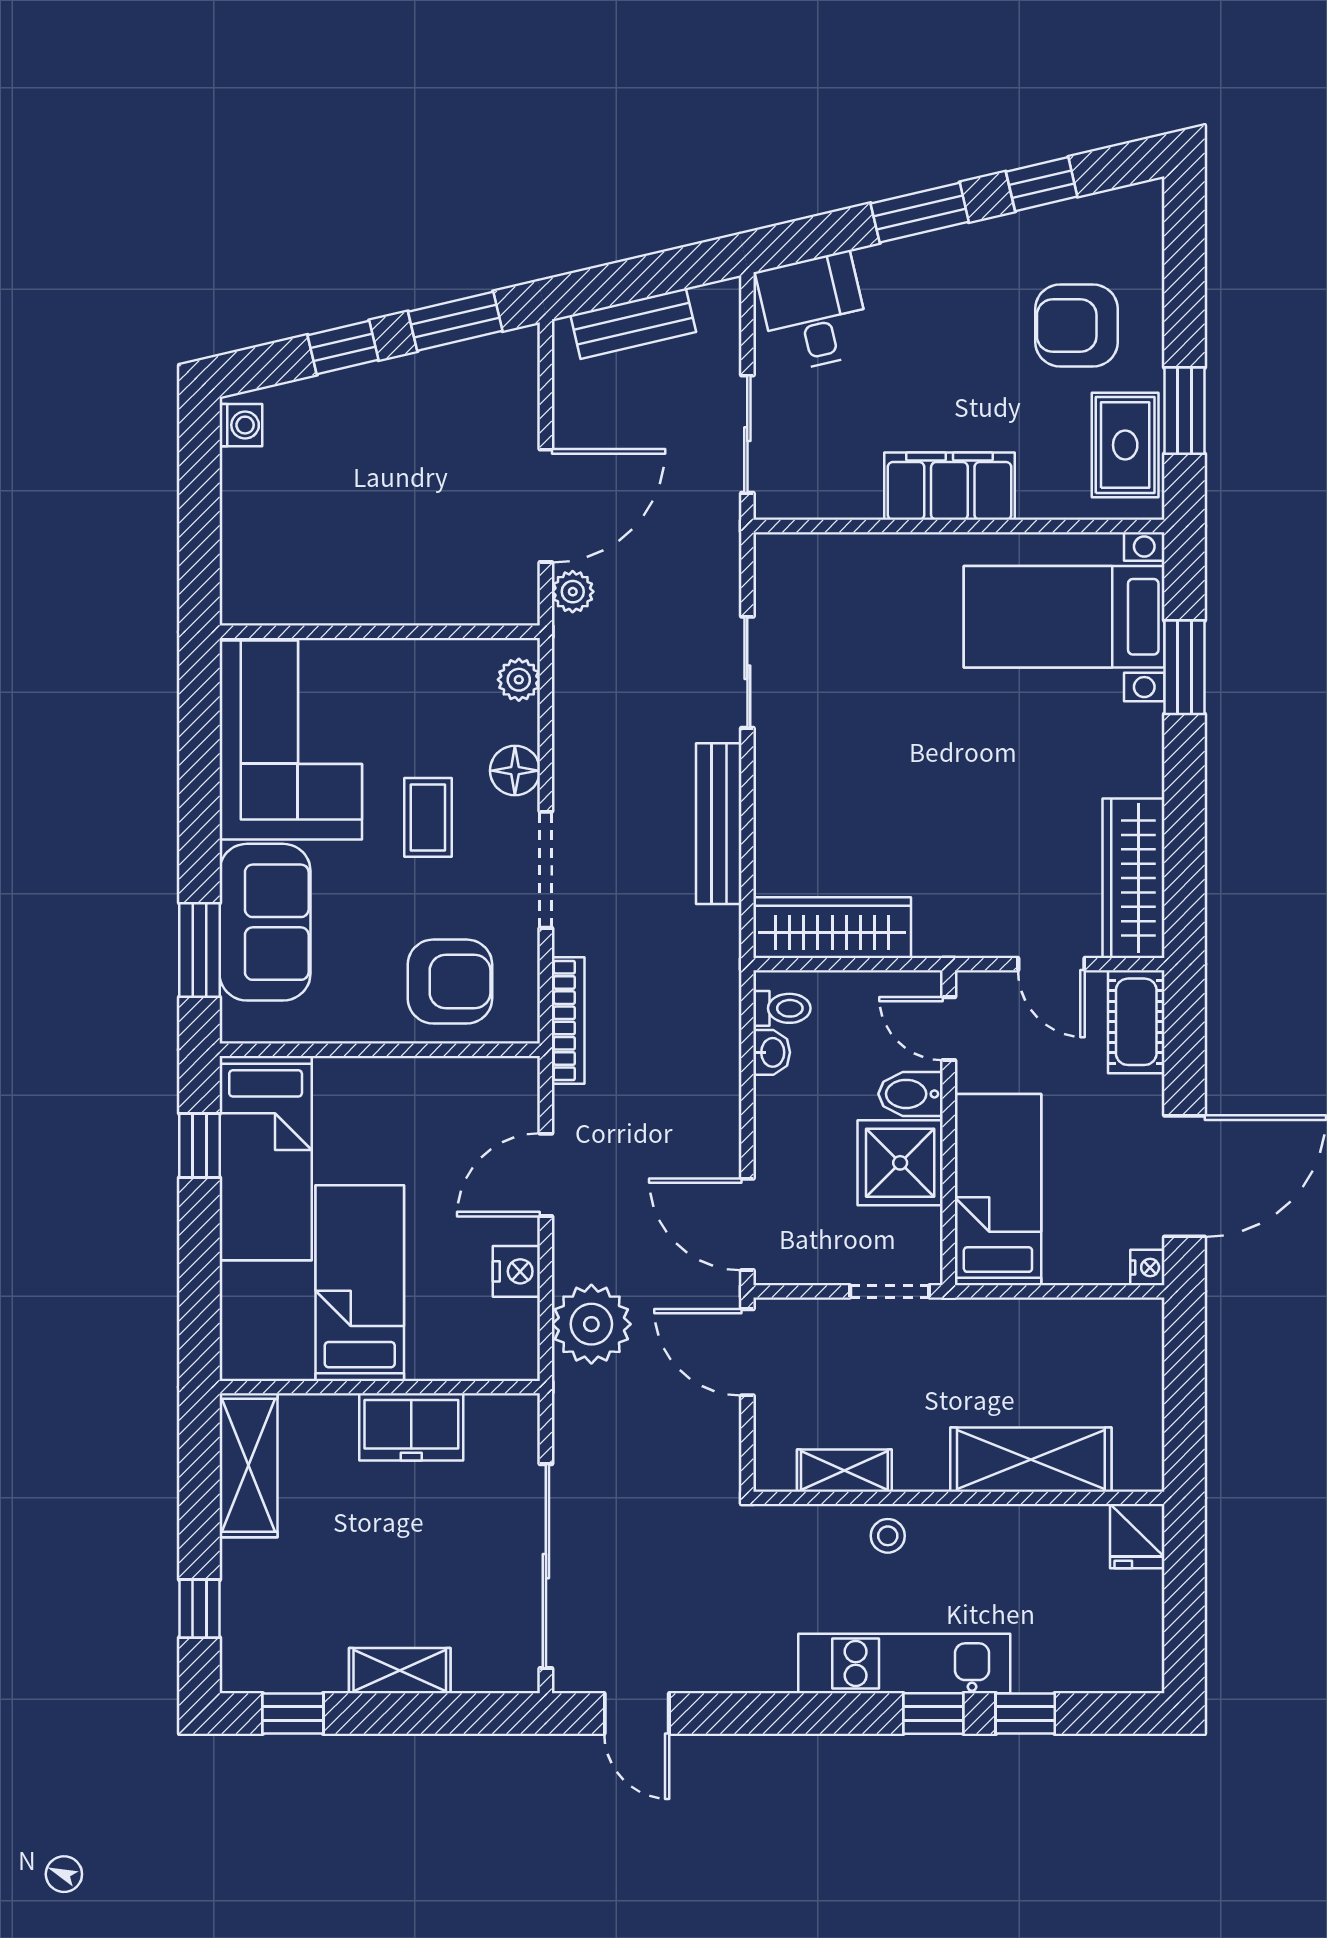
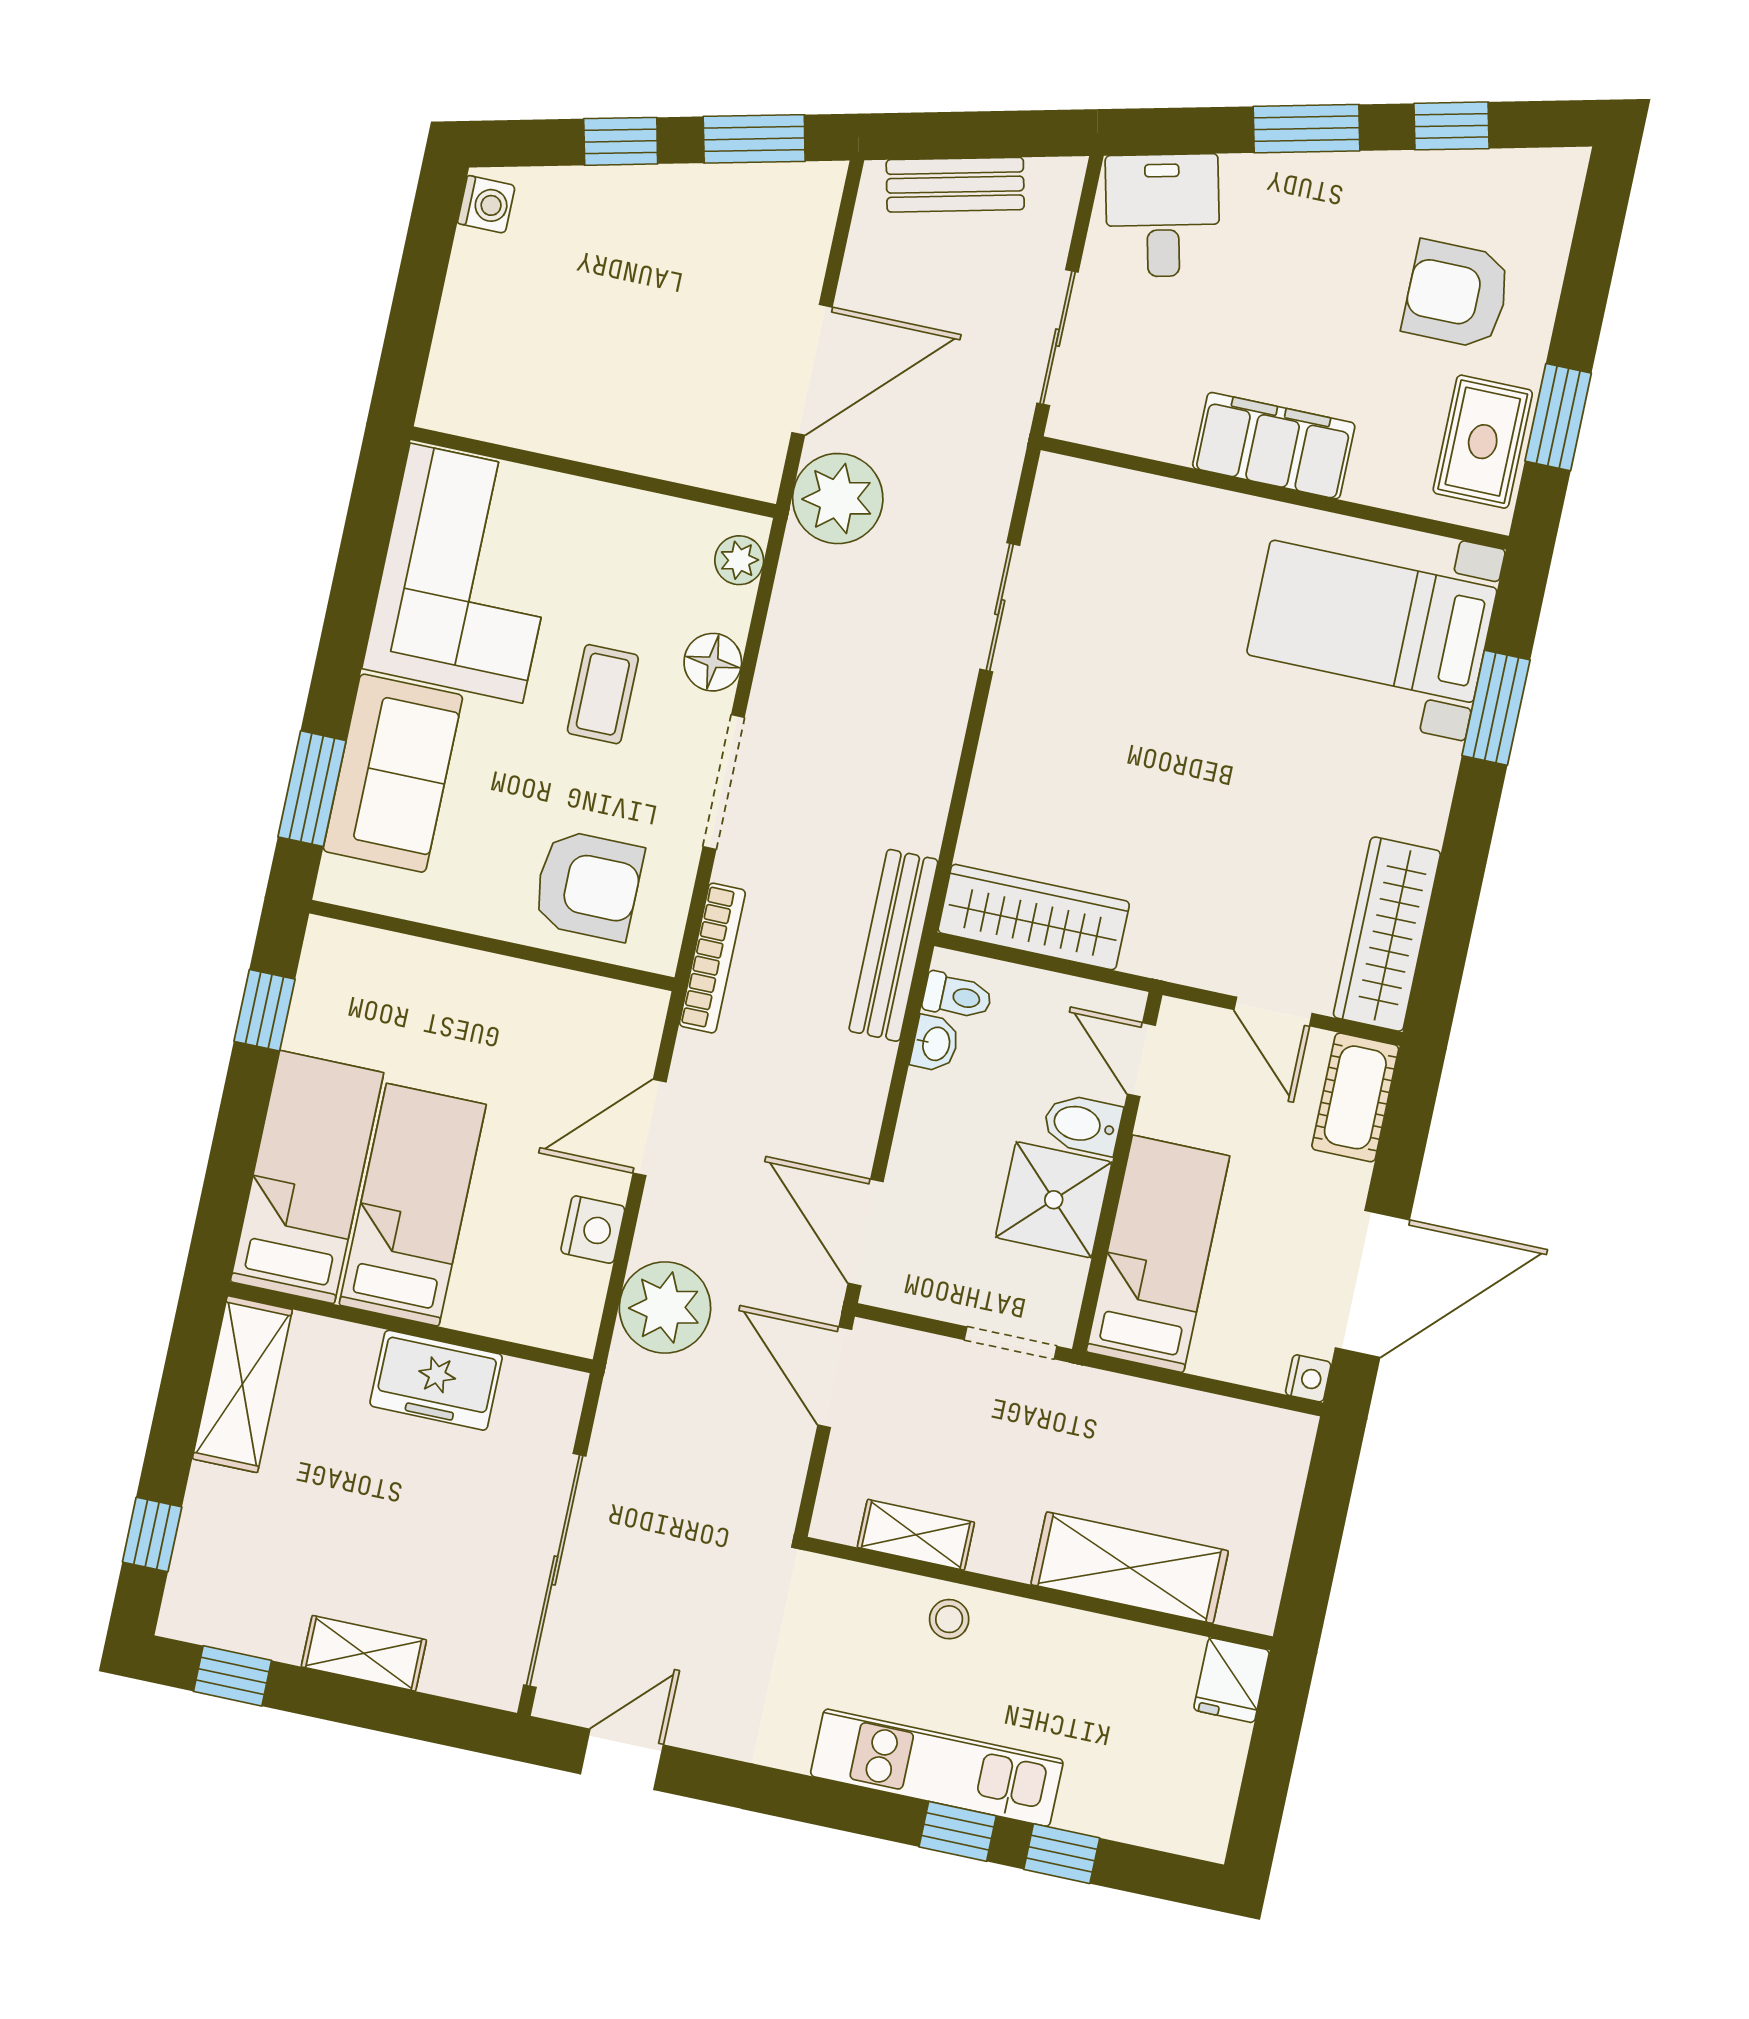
plant: (573, 592) -> (838, 499), width x1.87, depth x1.87
bench: (719, 824) -> (893, 945), moved
bed: (266, 1158) -> (307, 1177), moved, turned 180
door: (637, 1713) -> (622, 1759), swing flipped

